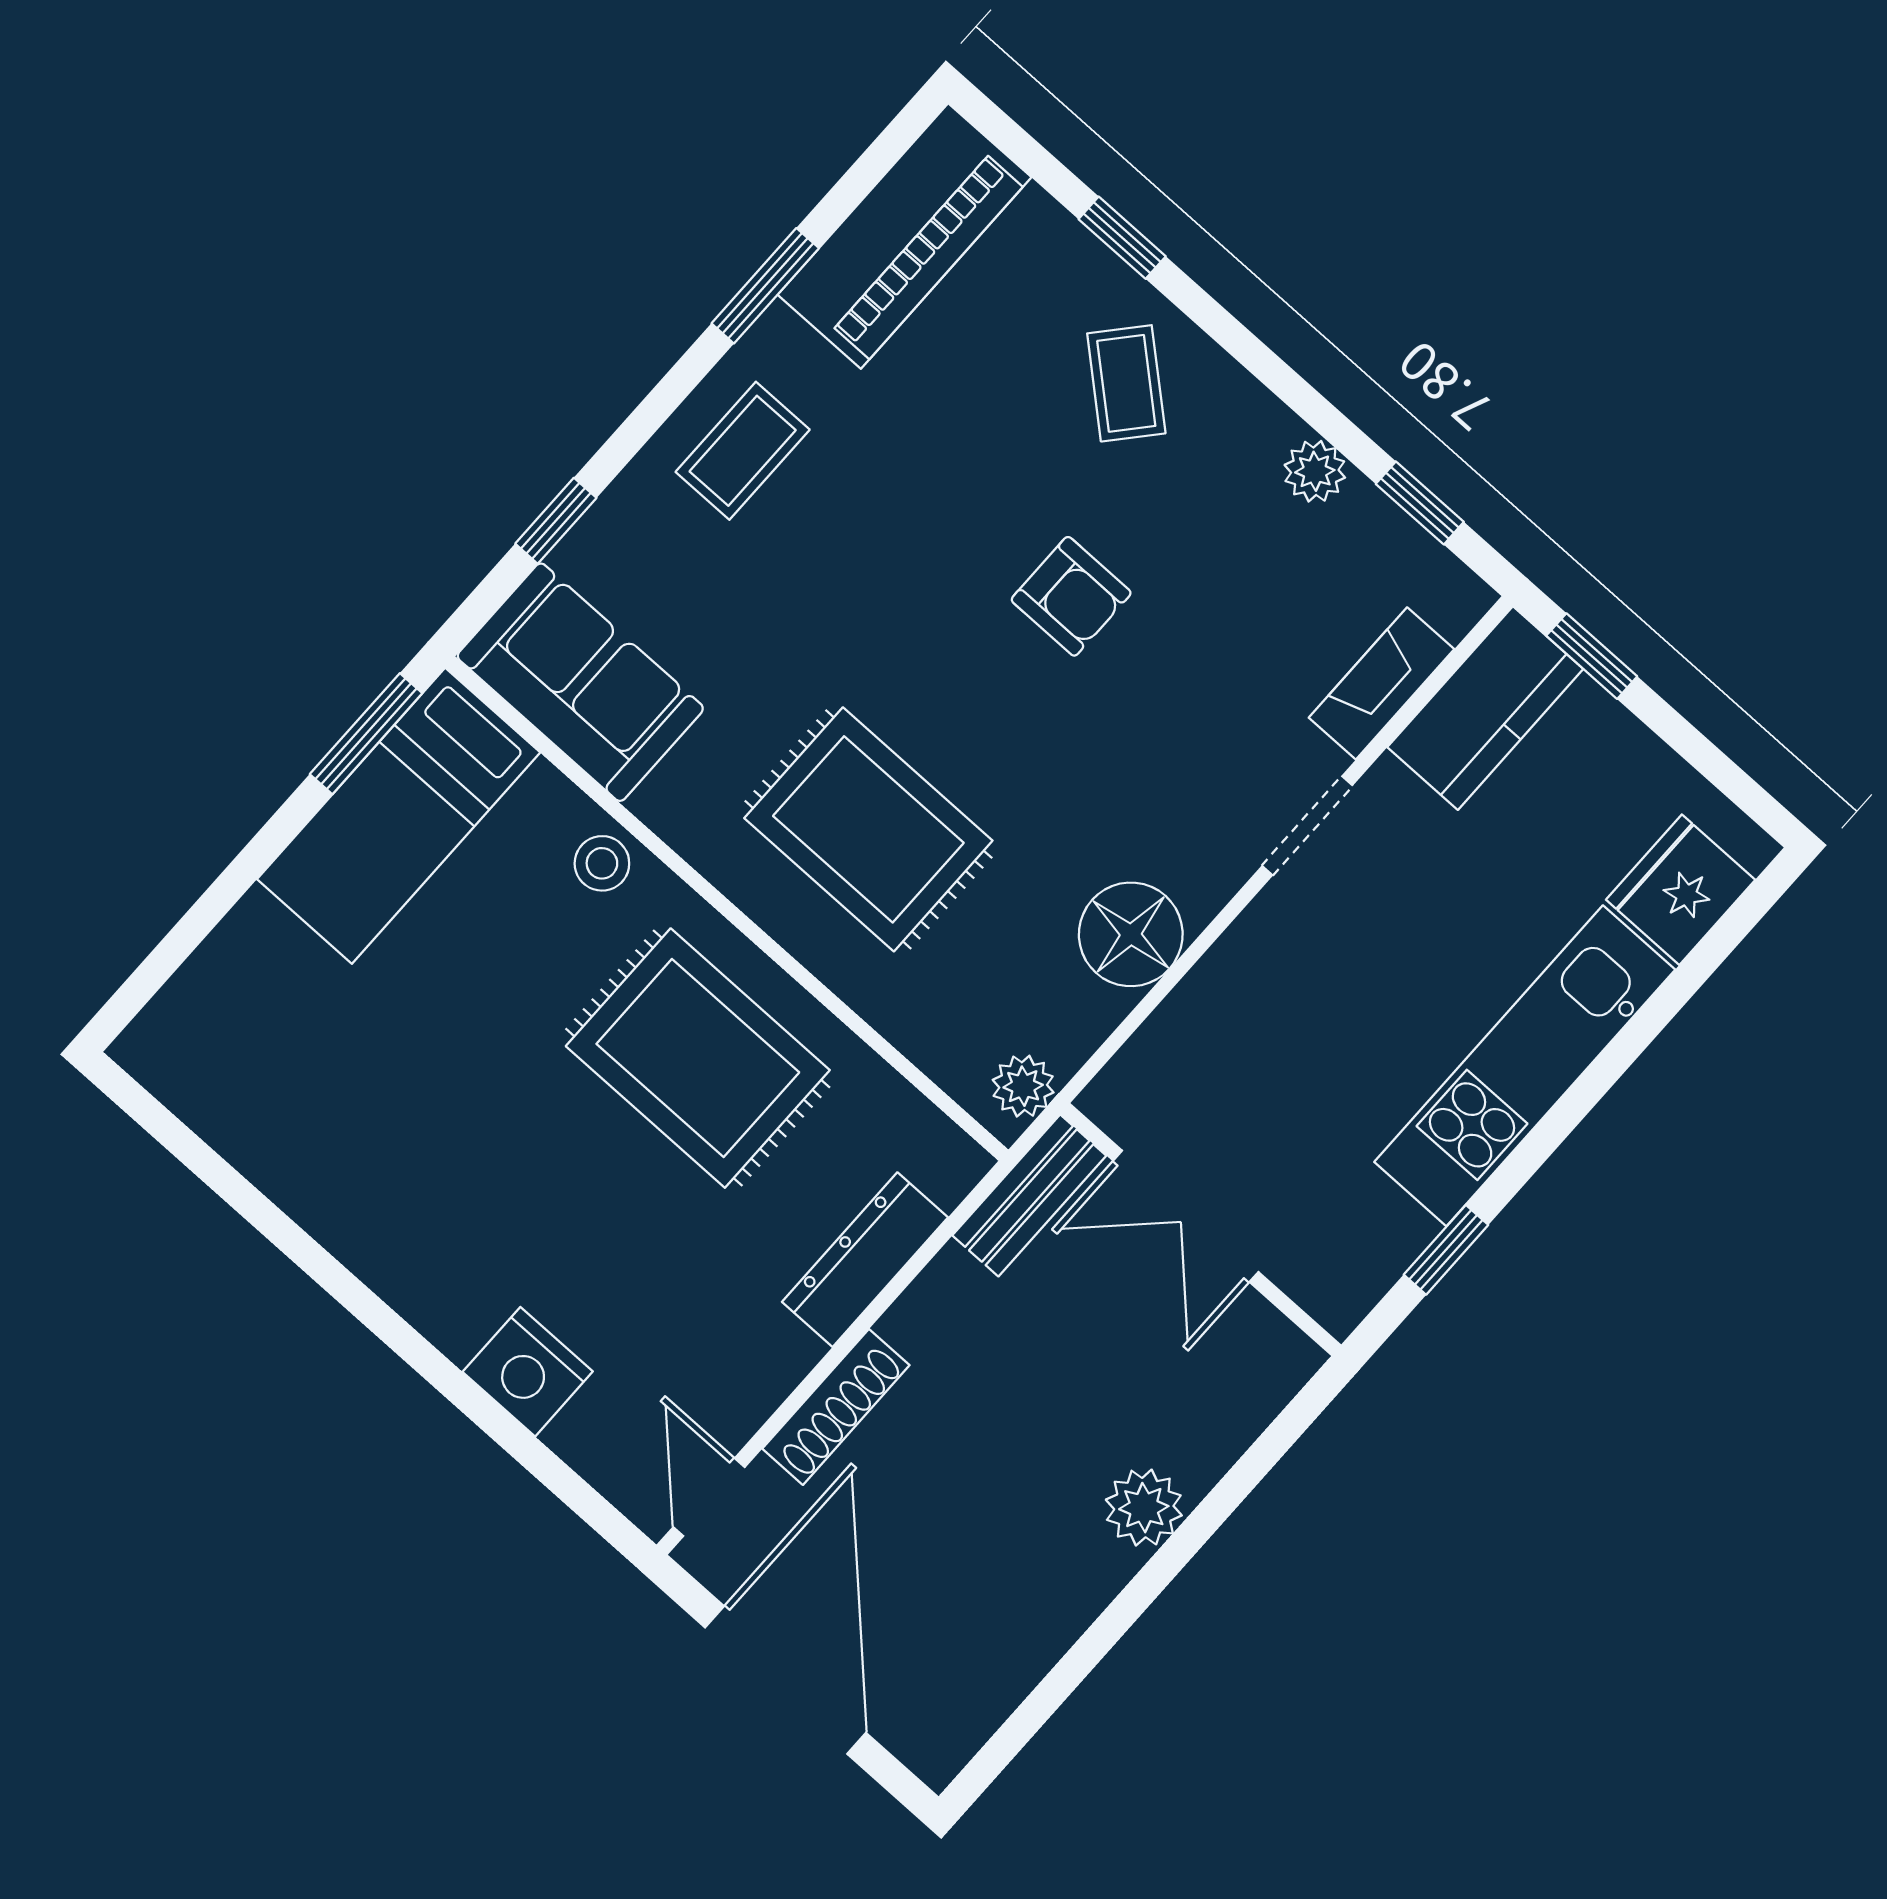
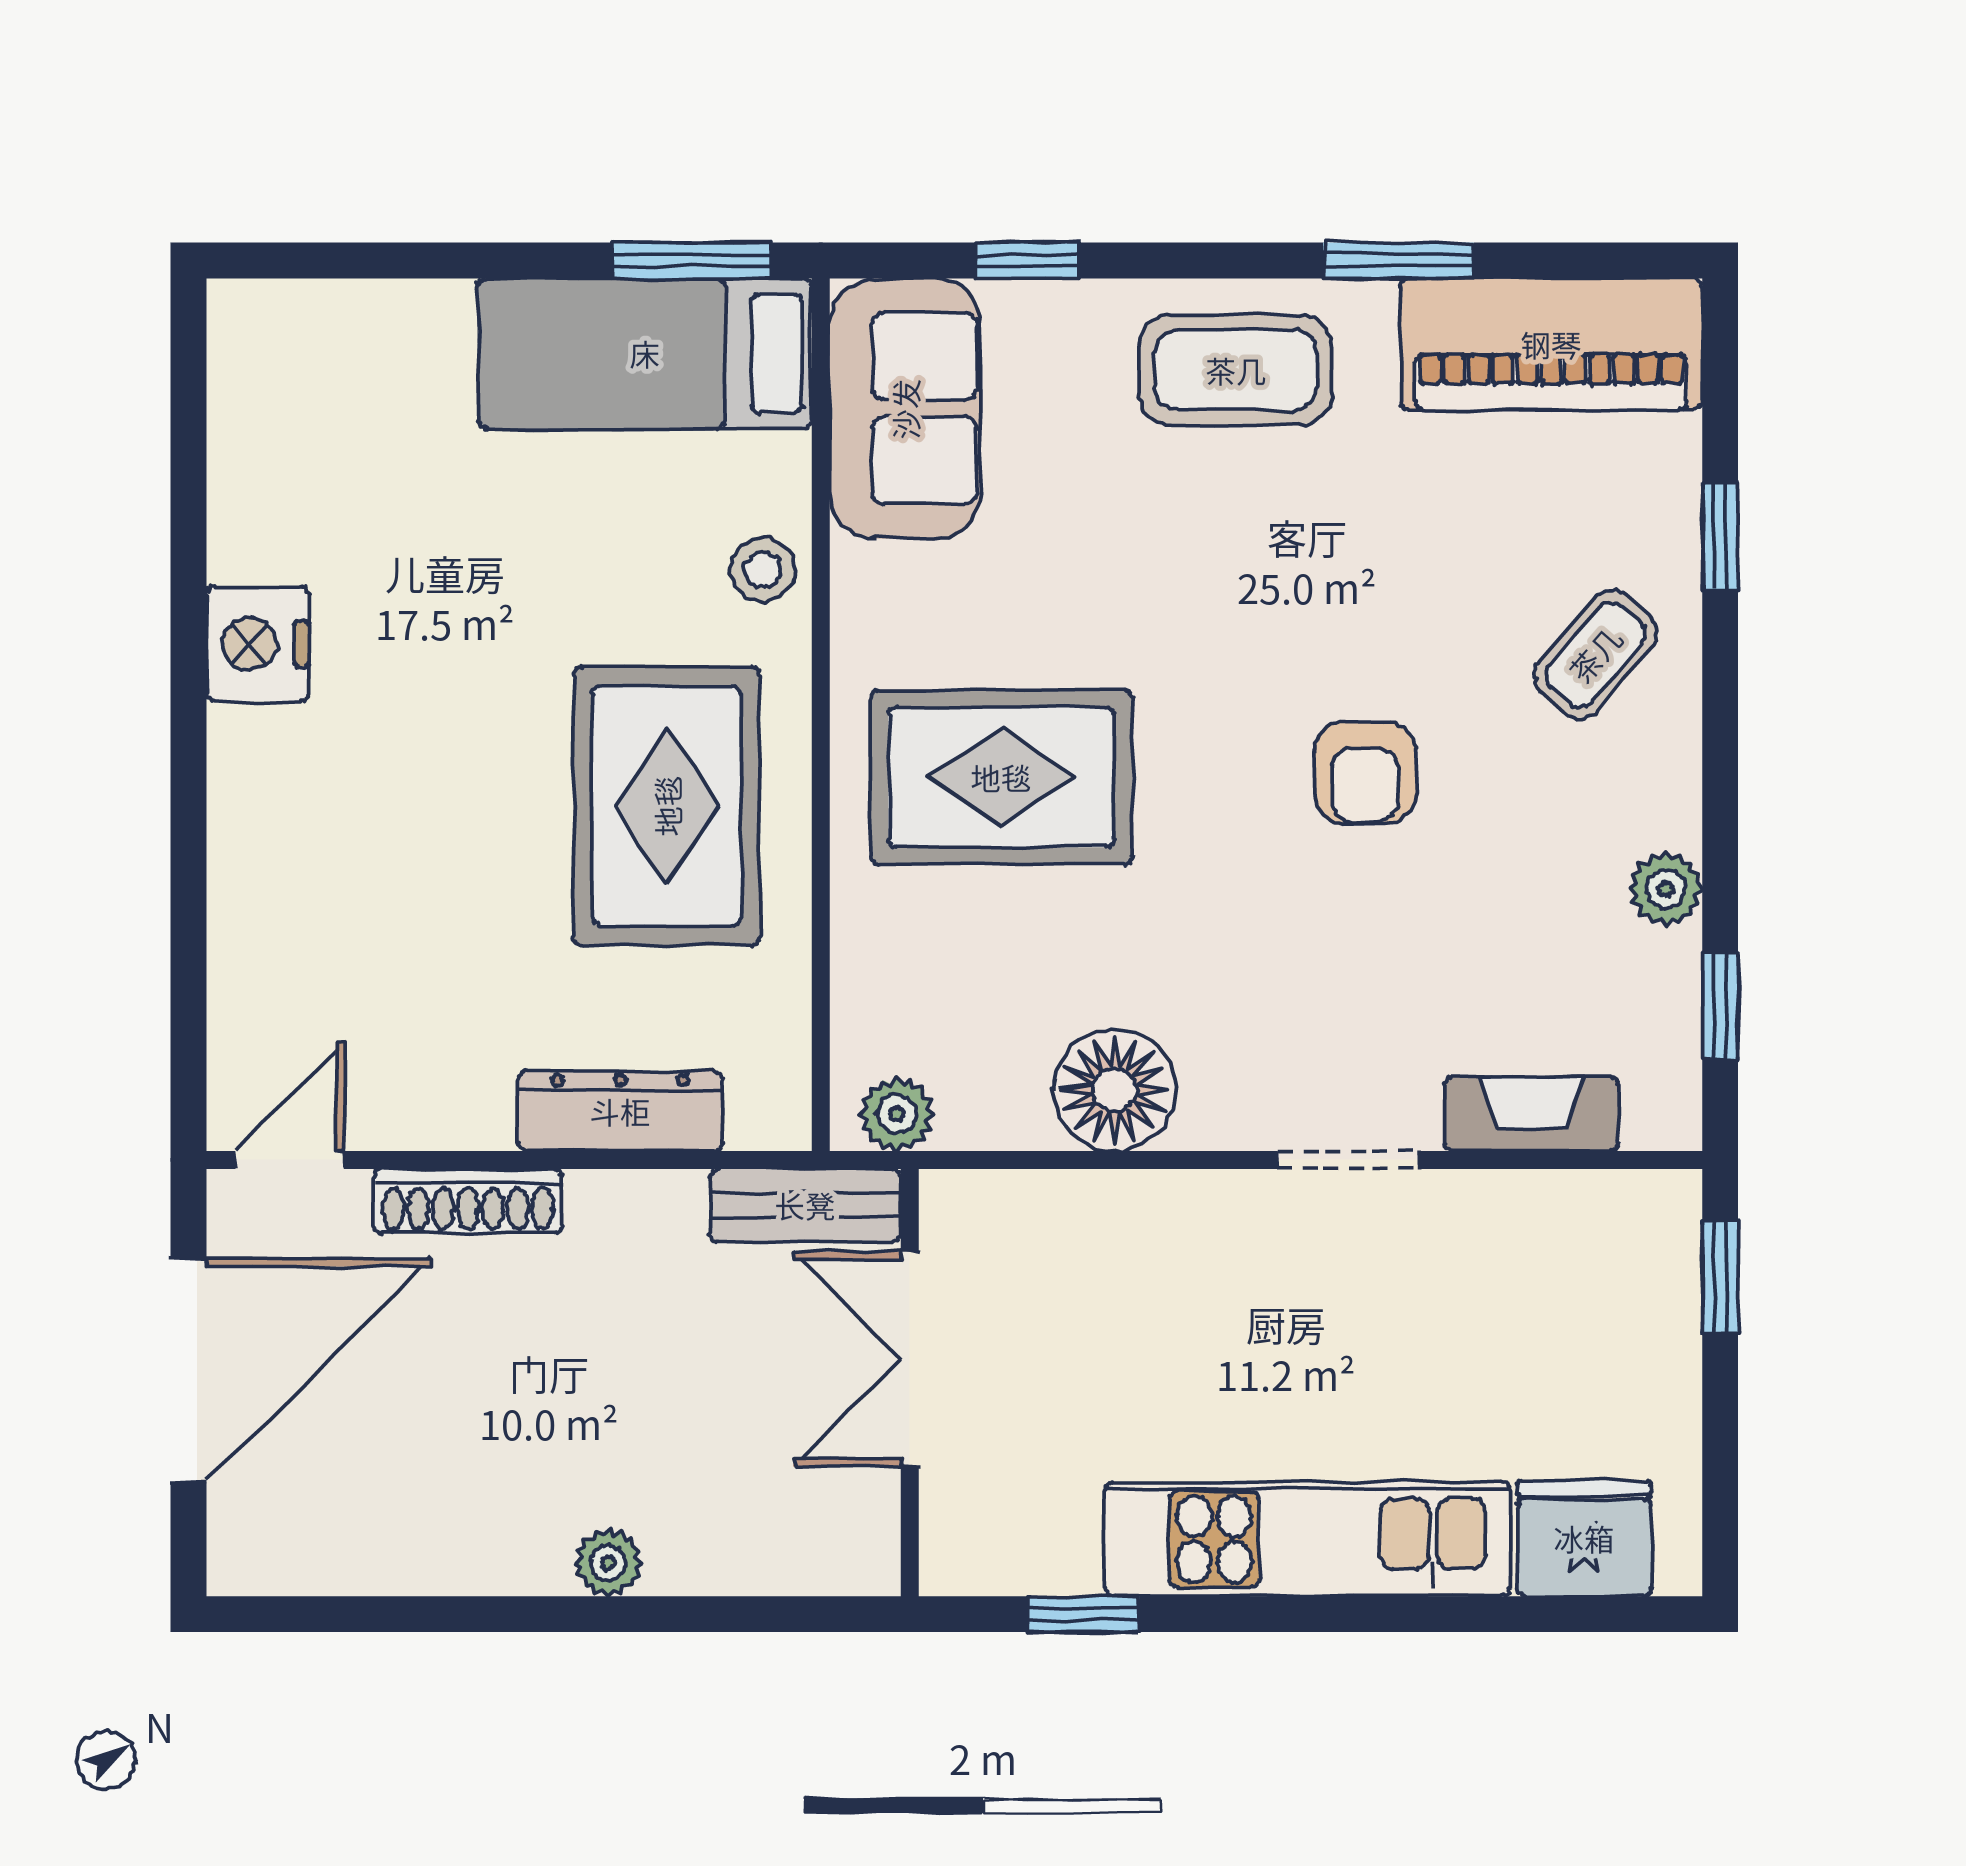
coffee table: (743, 451) -> (1236, 370), width x1.36, depth x1.30
kitchen counter: (1485, 708) -> (1591, 1224), removed
rug: (868, 829) -> (1001, 777), turned 90
nightstand: (528, 1372) -> (258, 644), moved
plant: (1144, 1508) -> (608, 1563), width x0.73, depth x0.73

